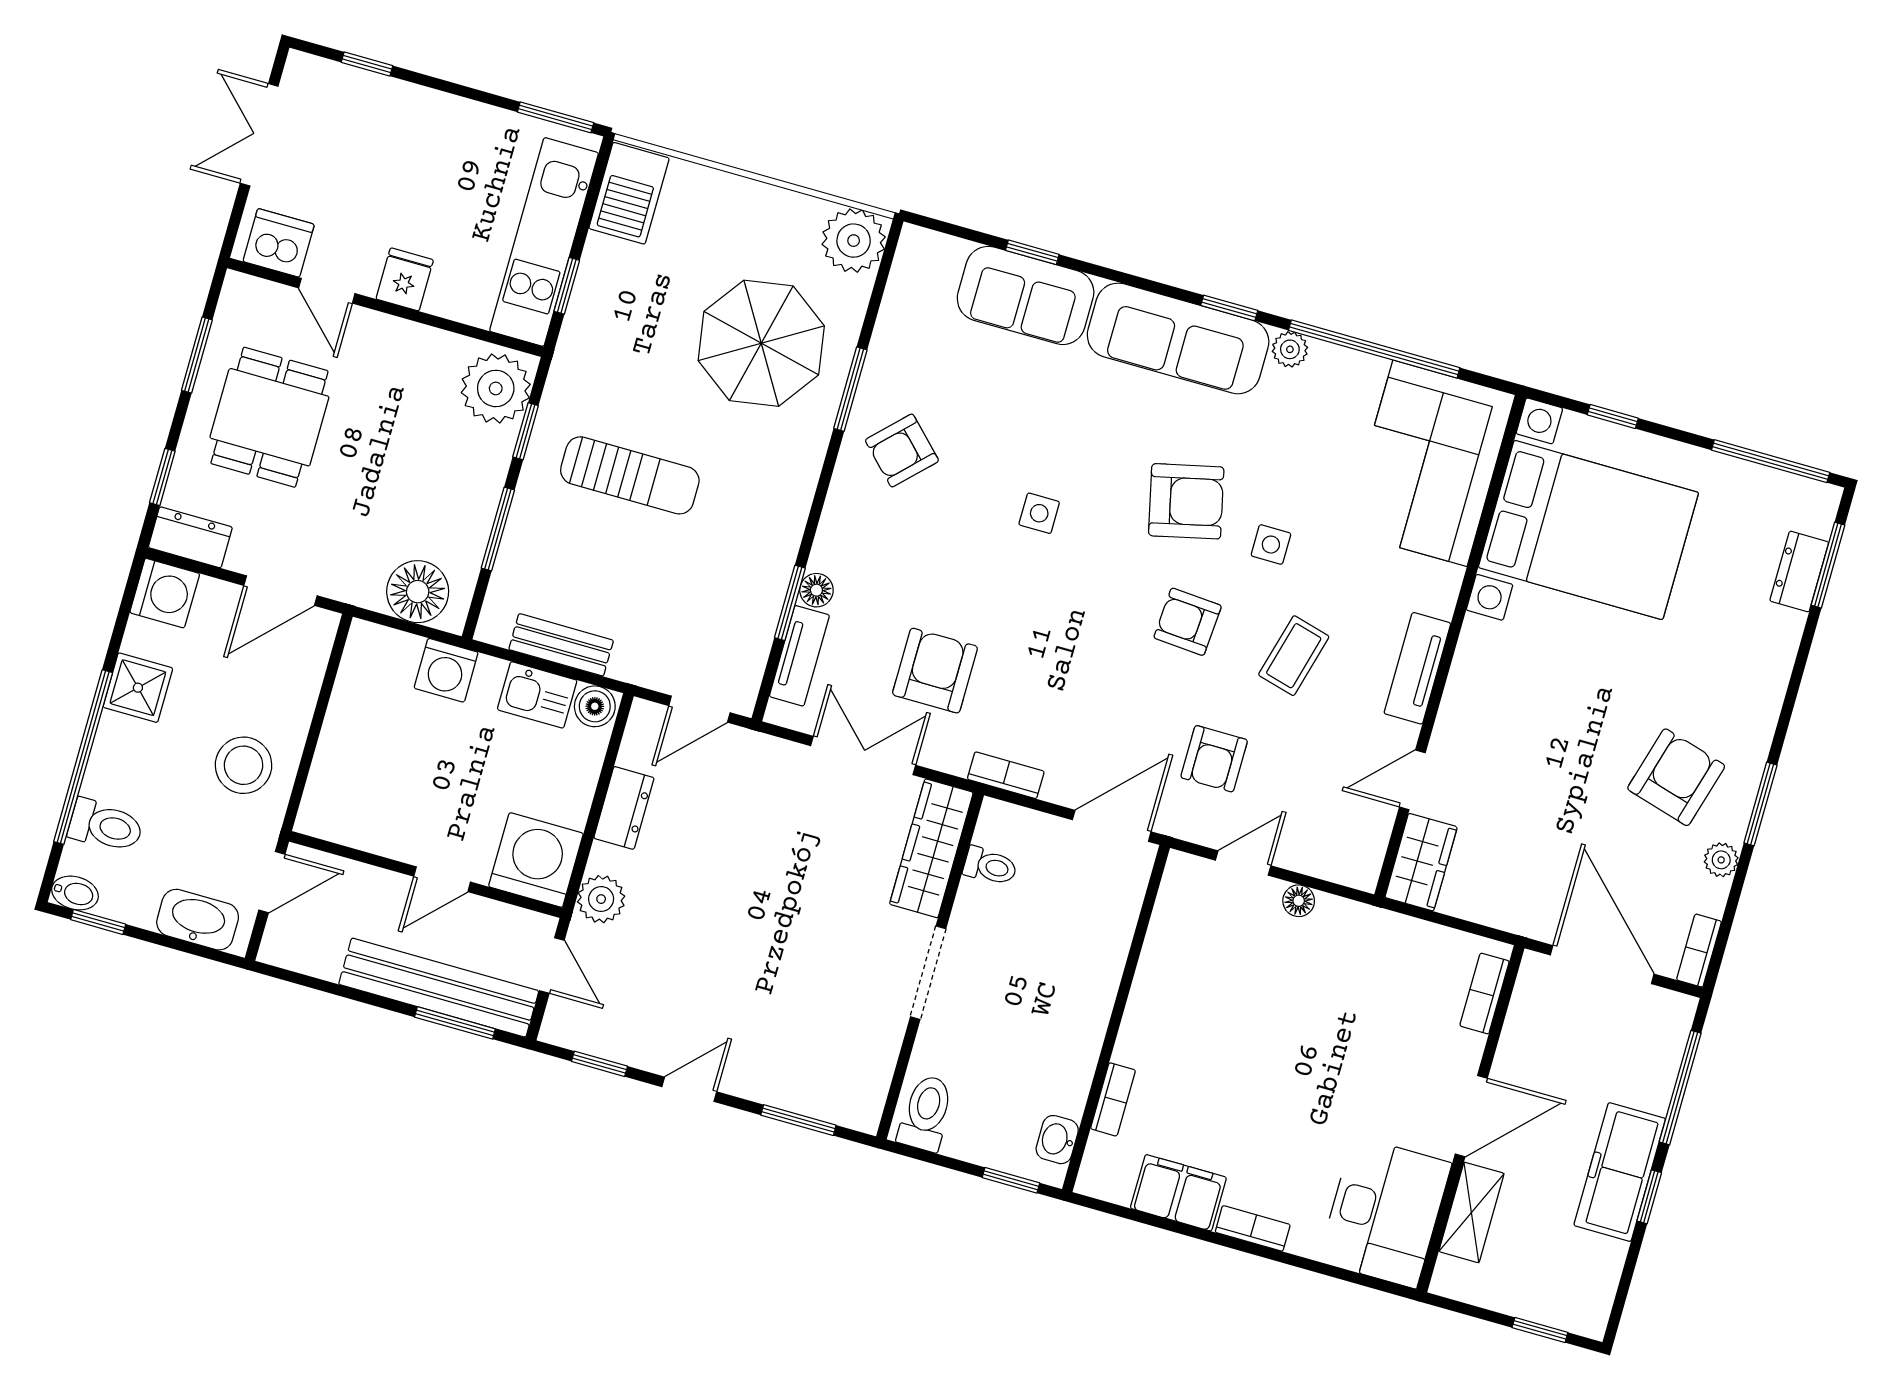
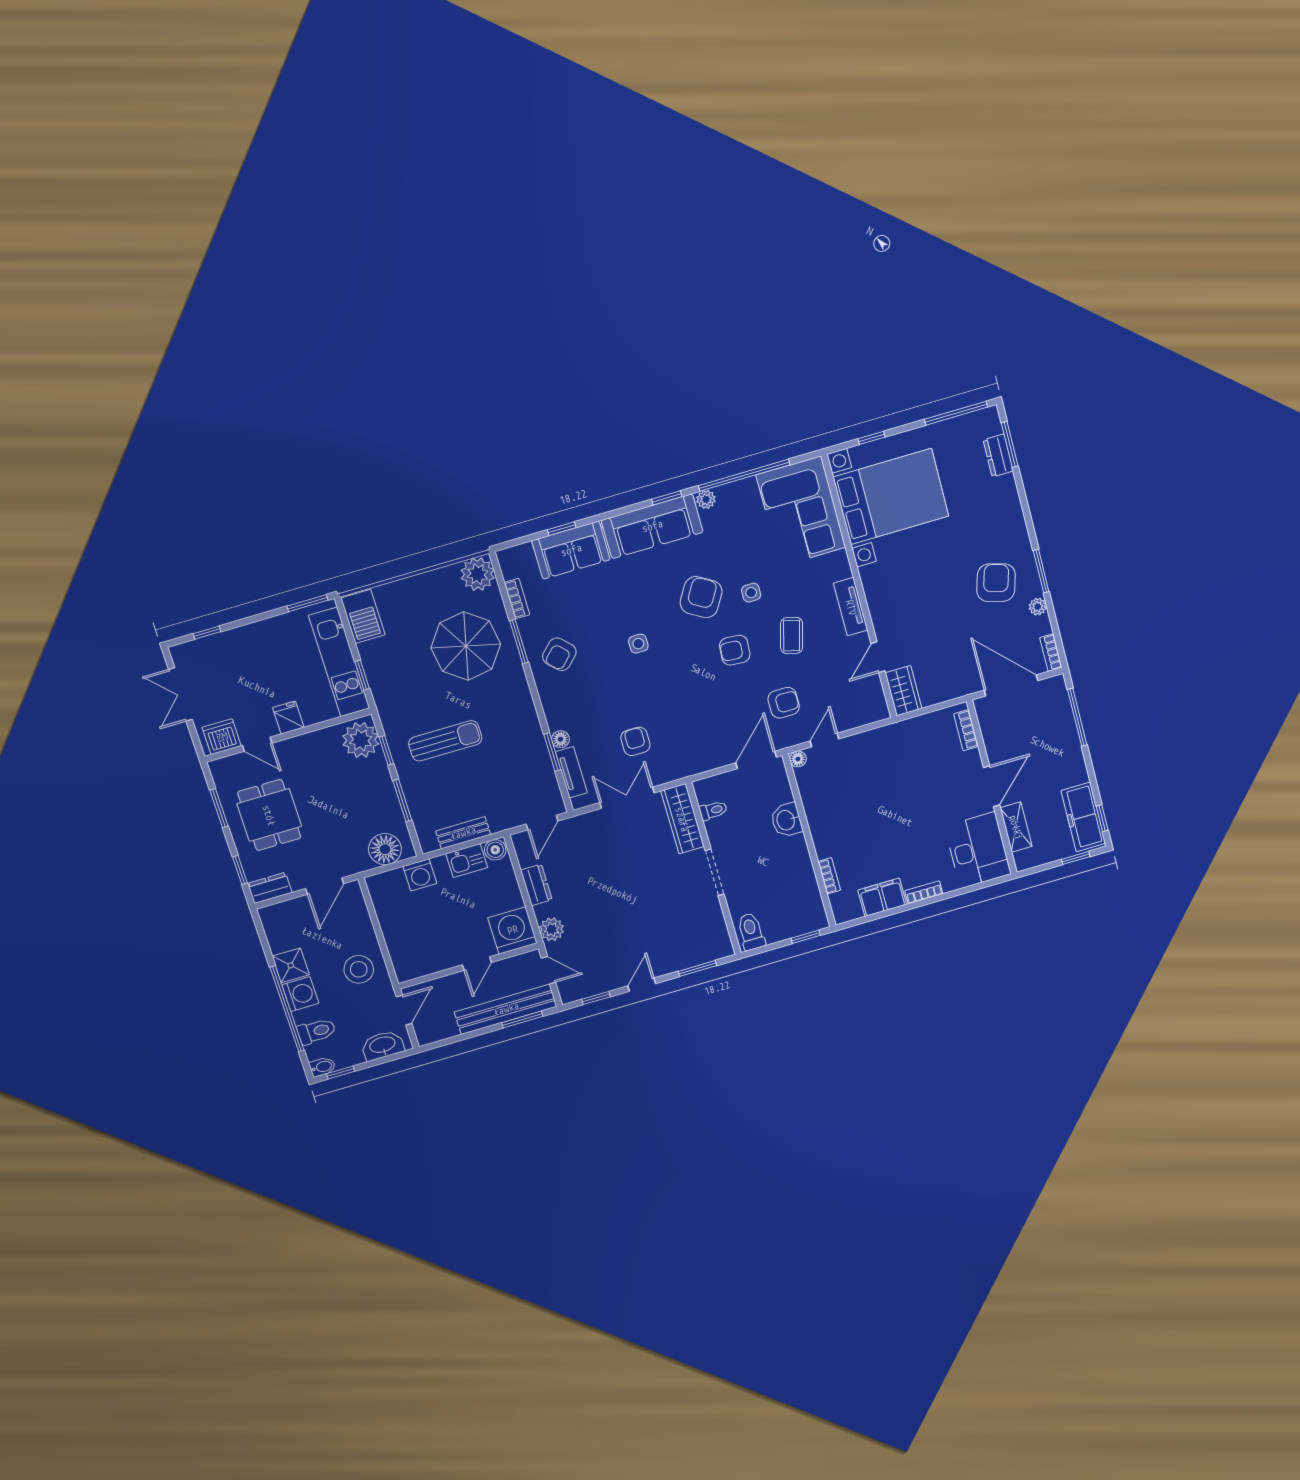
armchair: (1186, 501) -> (701, 597), turned -46
washing machine: (165, 593) -> (300, 994), moved
armchair: (935, 671) -> (635, 741), width x0.72, depth x0.72
armchair: (1214, 759) -> (784, 703), turned -90
bookcase: (1006, 775) -> (517, 599), moved, turned 90
floor lamp: (1299, 901) -> (798, 759), moved
washbasin: (1057, 1140) -> (786, 820), moved, width x1.38, depth x1.45
freezer: (1620, 1172) -> (1083, 817), moved
window: (1649, 1197) -> (1102, 818), moved

